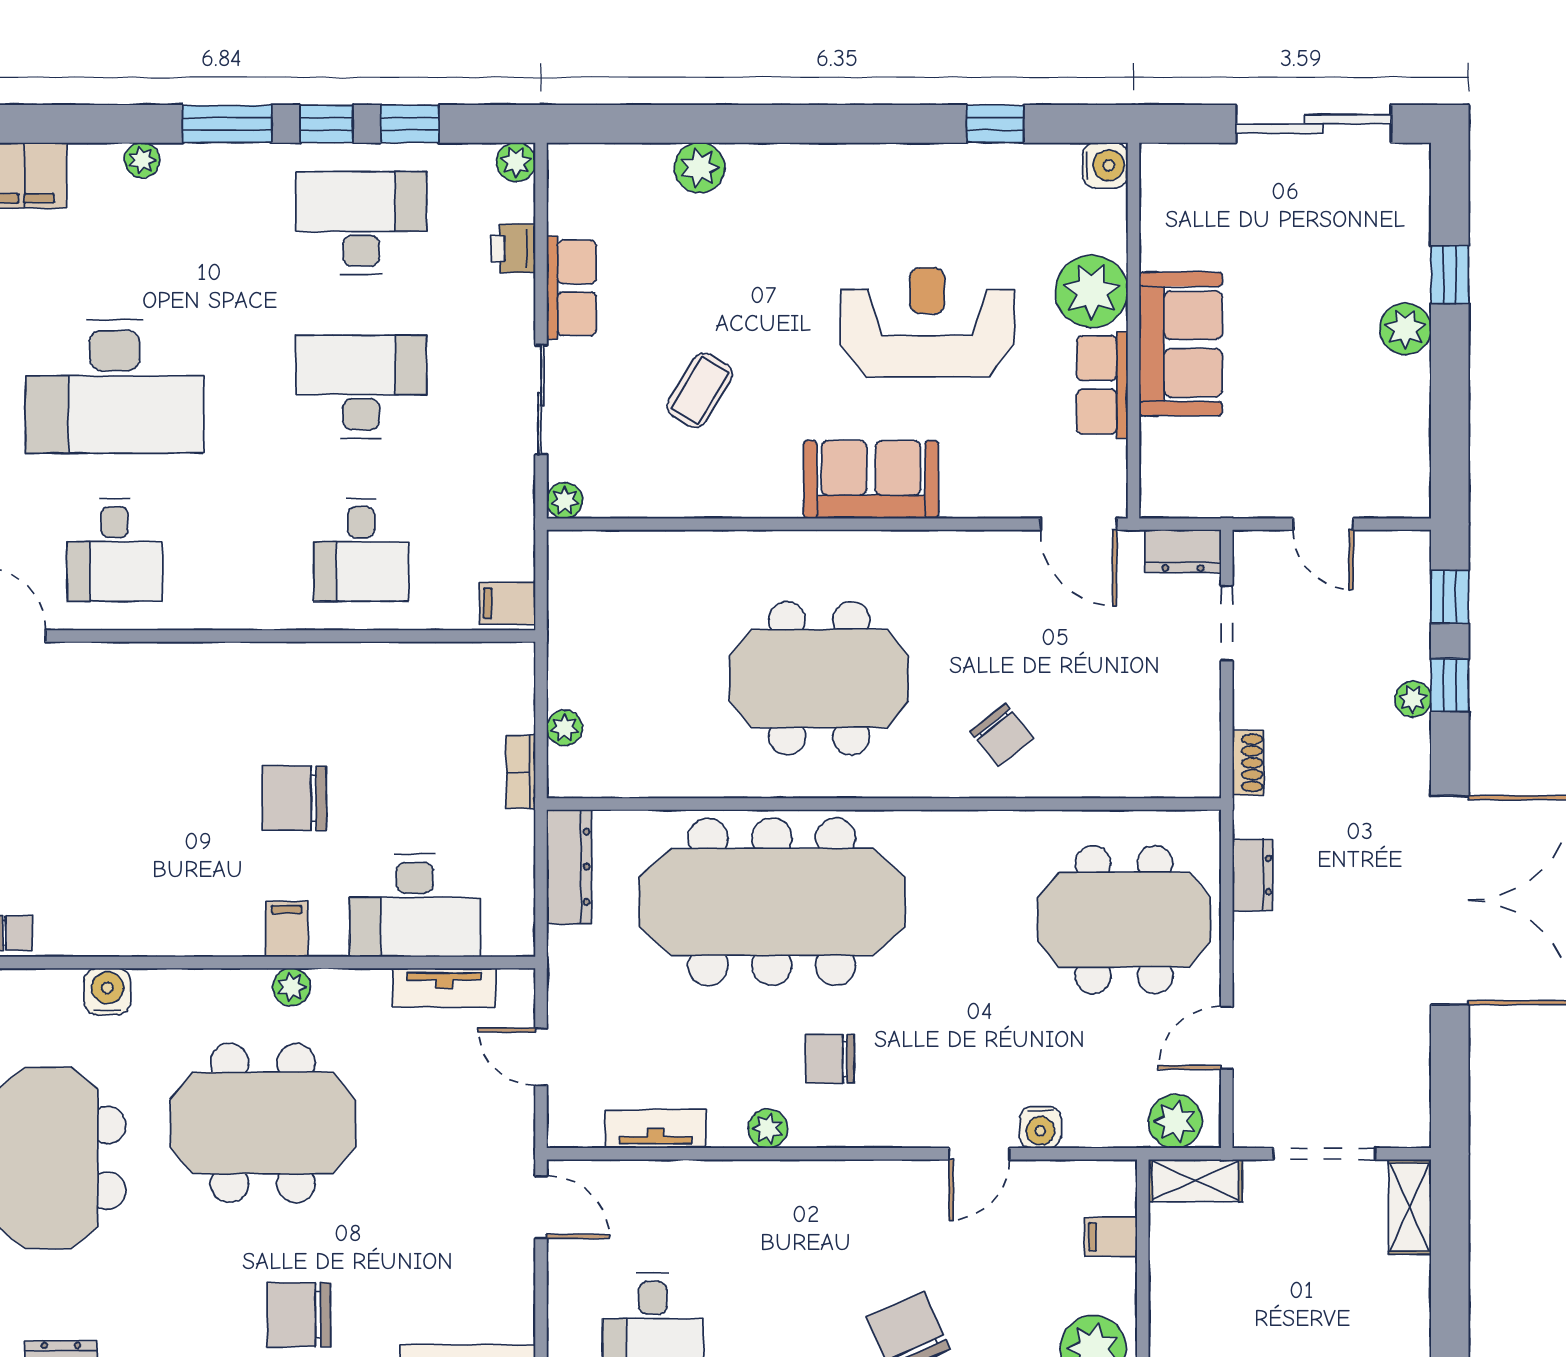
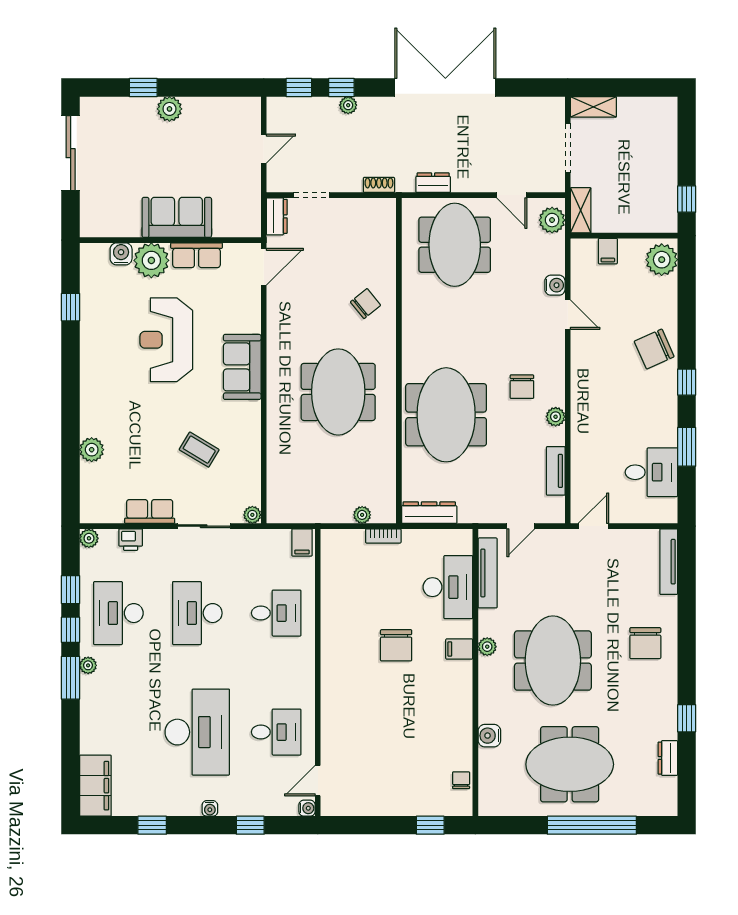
plant: (142, 160) -> (88, 665), moved
water cooler: (1105, 165) -> (121, 254), moved
meeting table: (772, 902) -> (446, 415), width x0.73
tv unit: (444, 988) -> (488, 573), width x1.41

